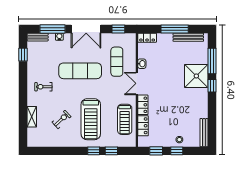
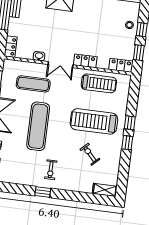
window: (23, 55) -> (43, 192), moved
shelving: (32, 117) -> (105, 190), moved
treadmill: (91, 119) -> (94, 121), turned 180
locker: (143, 126) -> (121, 65), moved
window: (111, 151) -> (127, 143), moved

